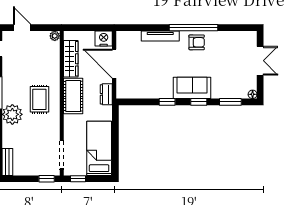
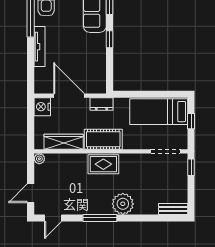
door: (114, 64) -> (69, 96), swing flipped
rug: (39, 99) -> (103, 164), moved
window: (78, 179) -> (191, 121), moved

